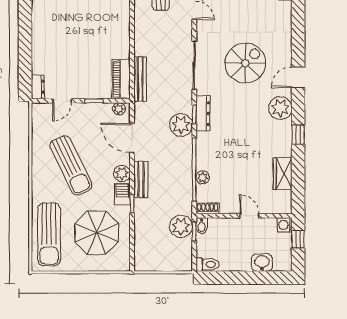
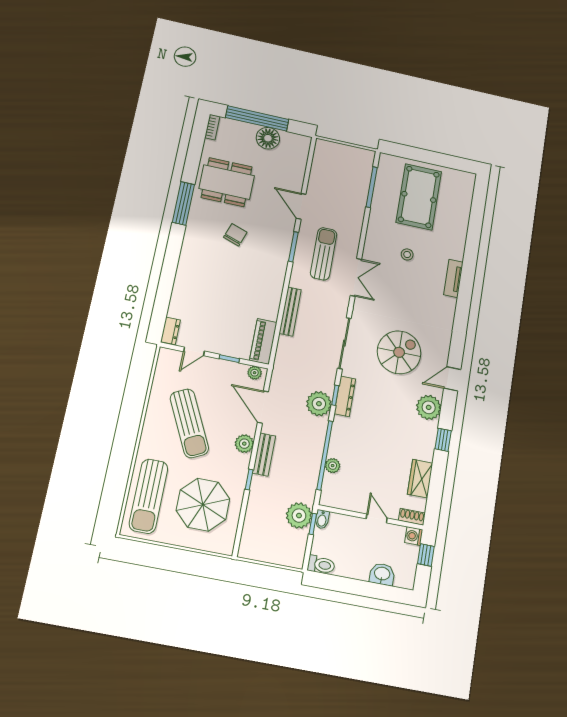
bench: (140, 79) -> (290, 312), moved
barbecue: (122, 194) -> (240, 466), removed
shoe rack: (208, 208) -> (412, 517), moved

